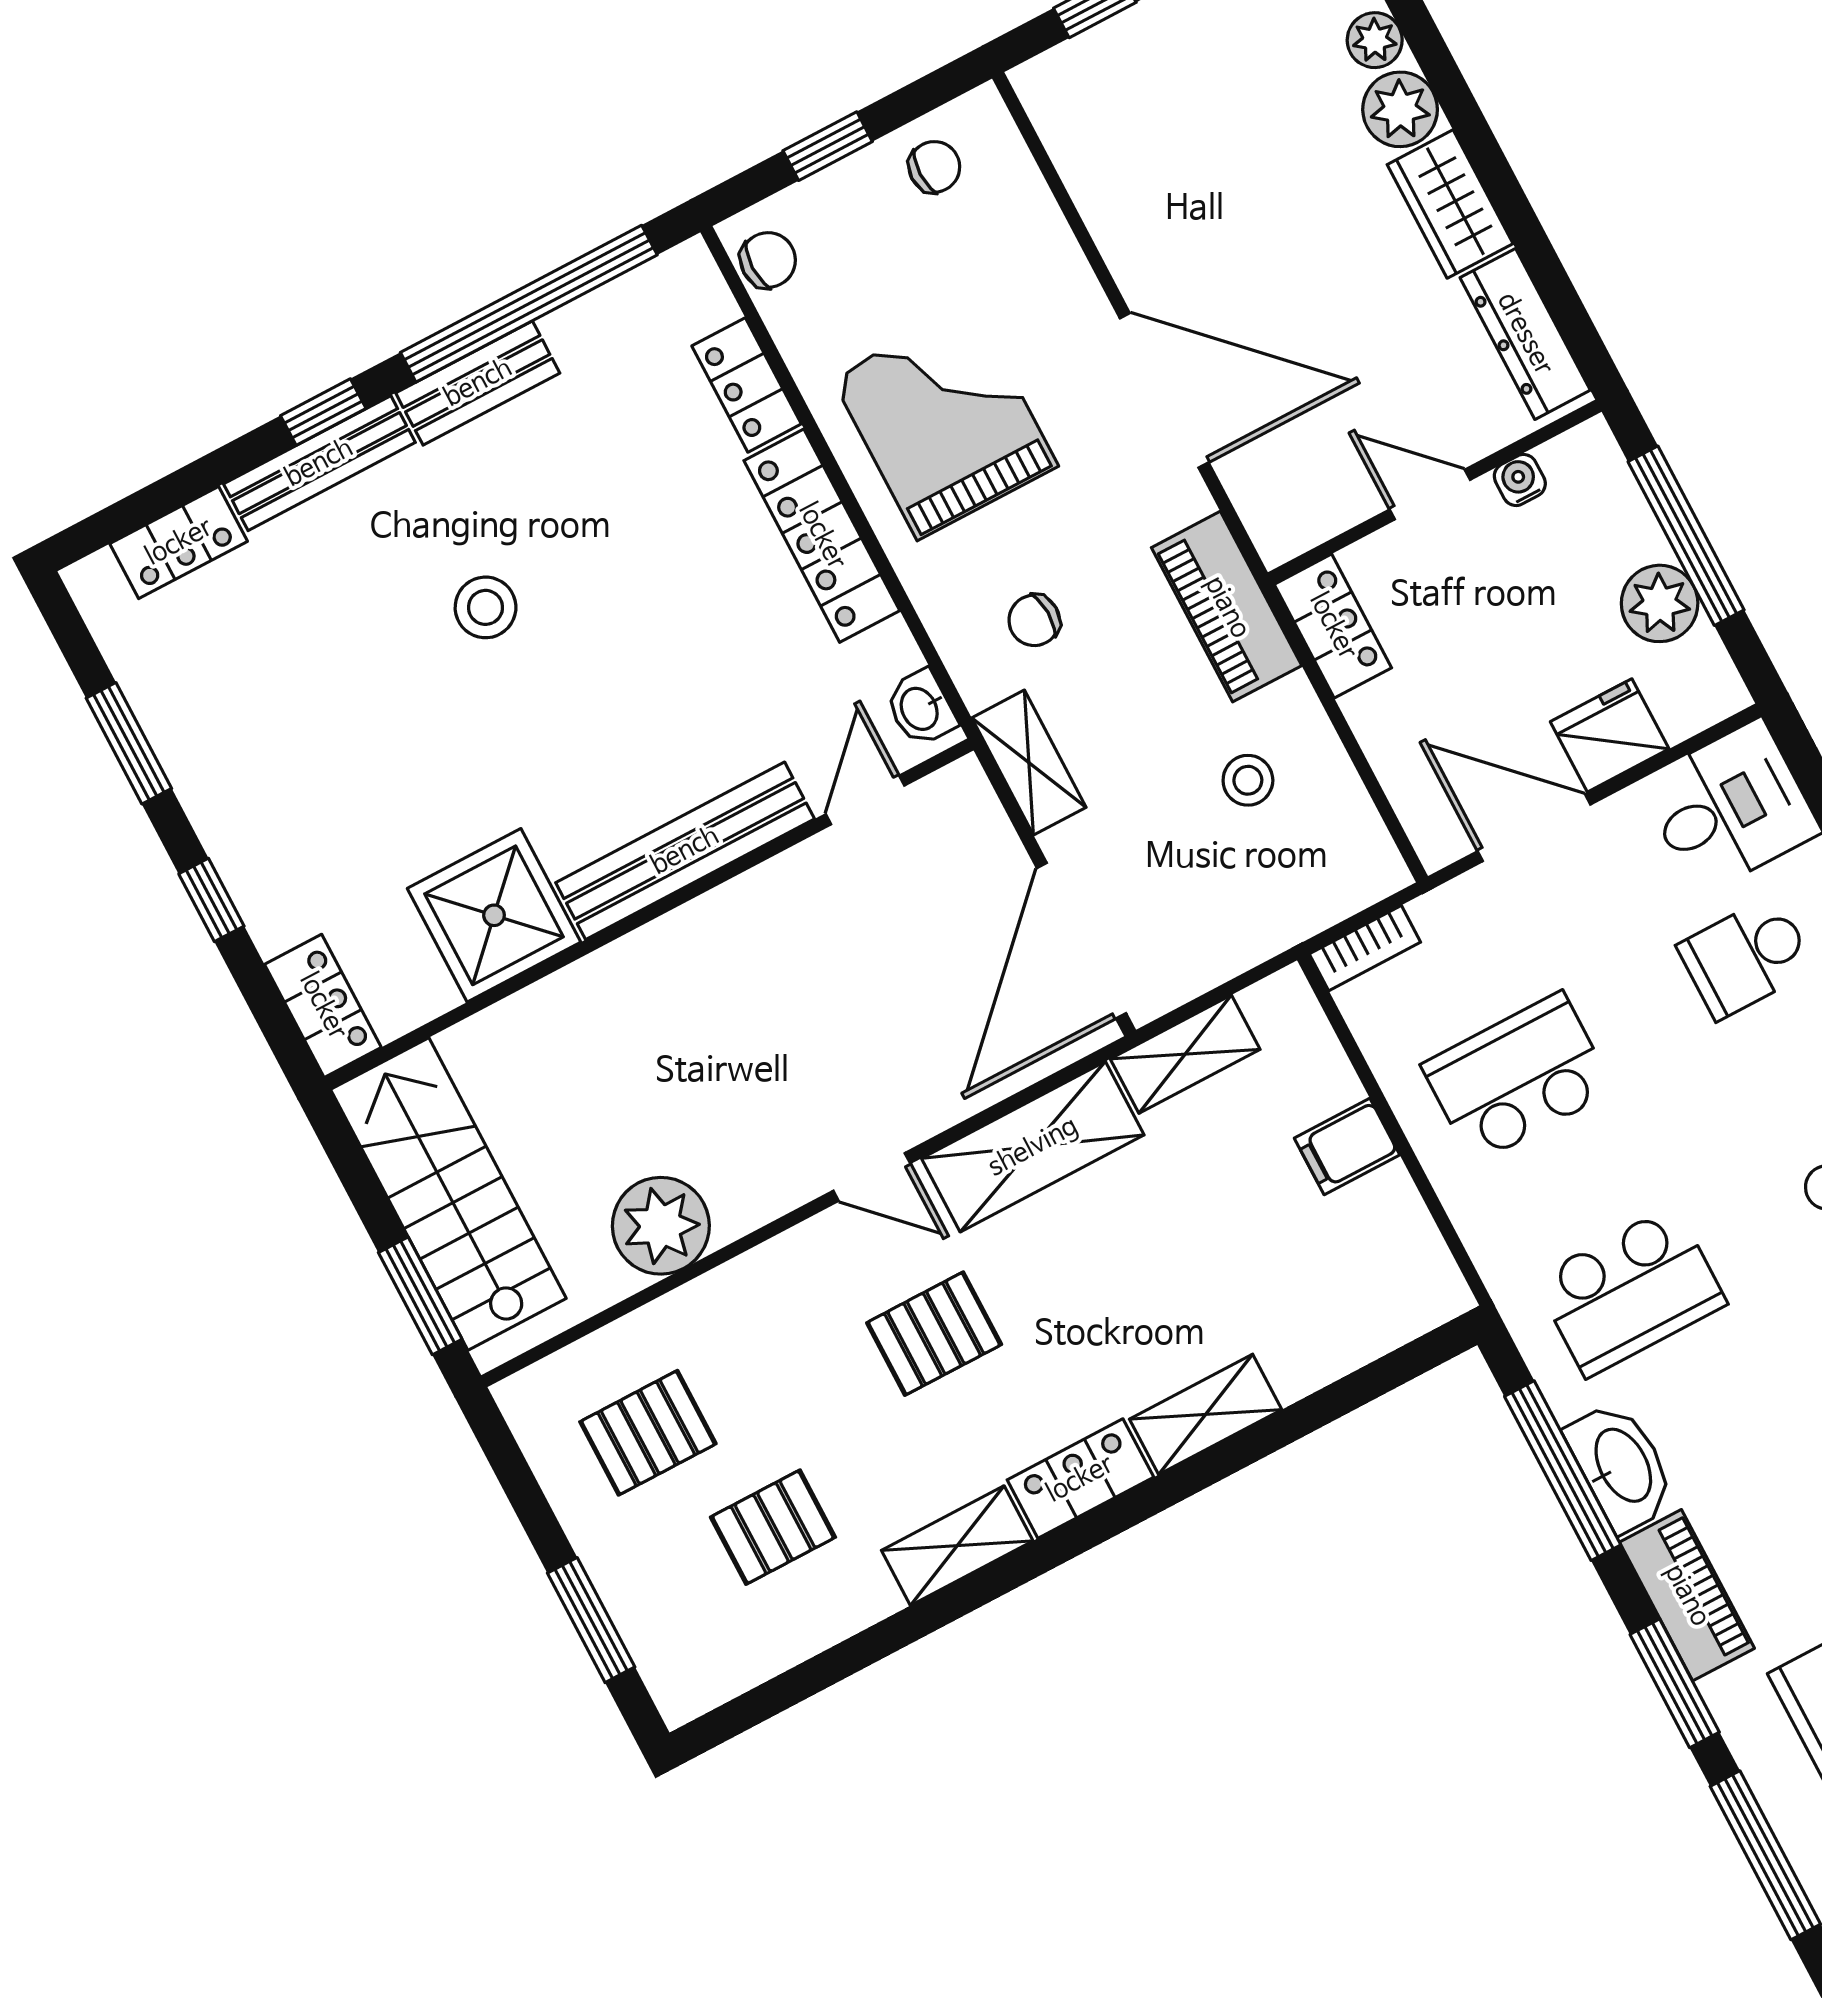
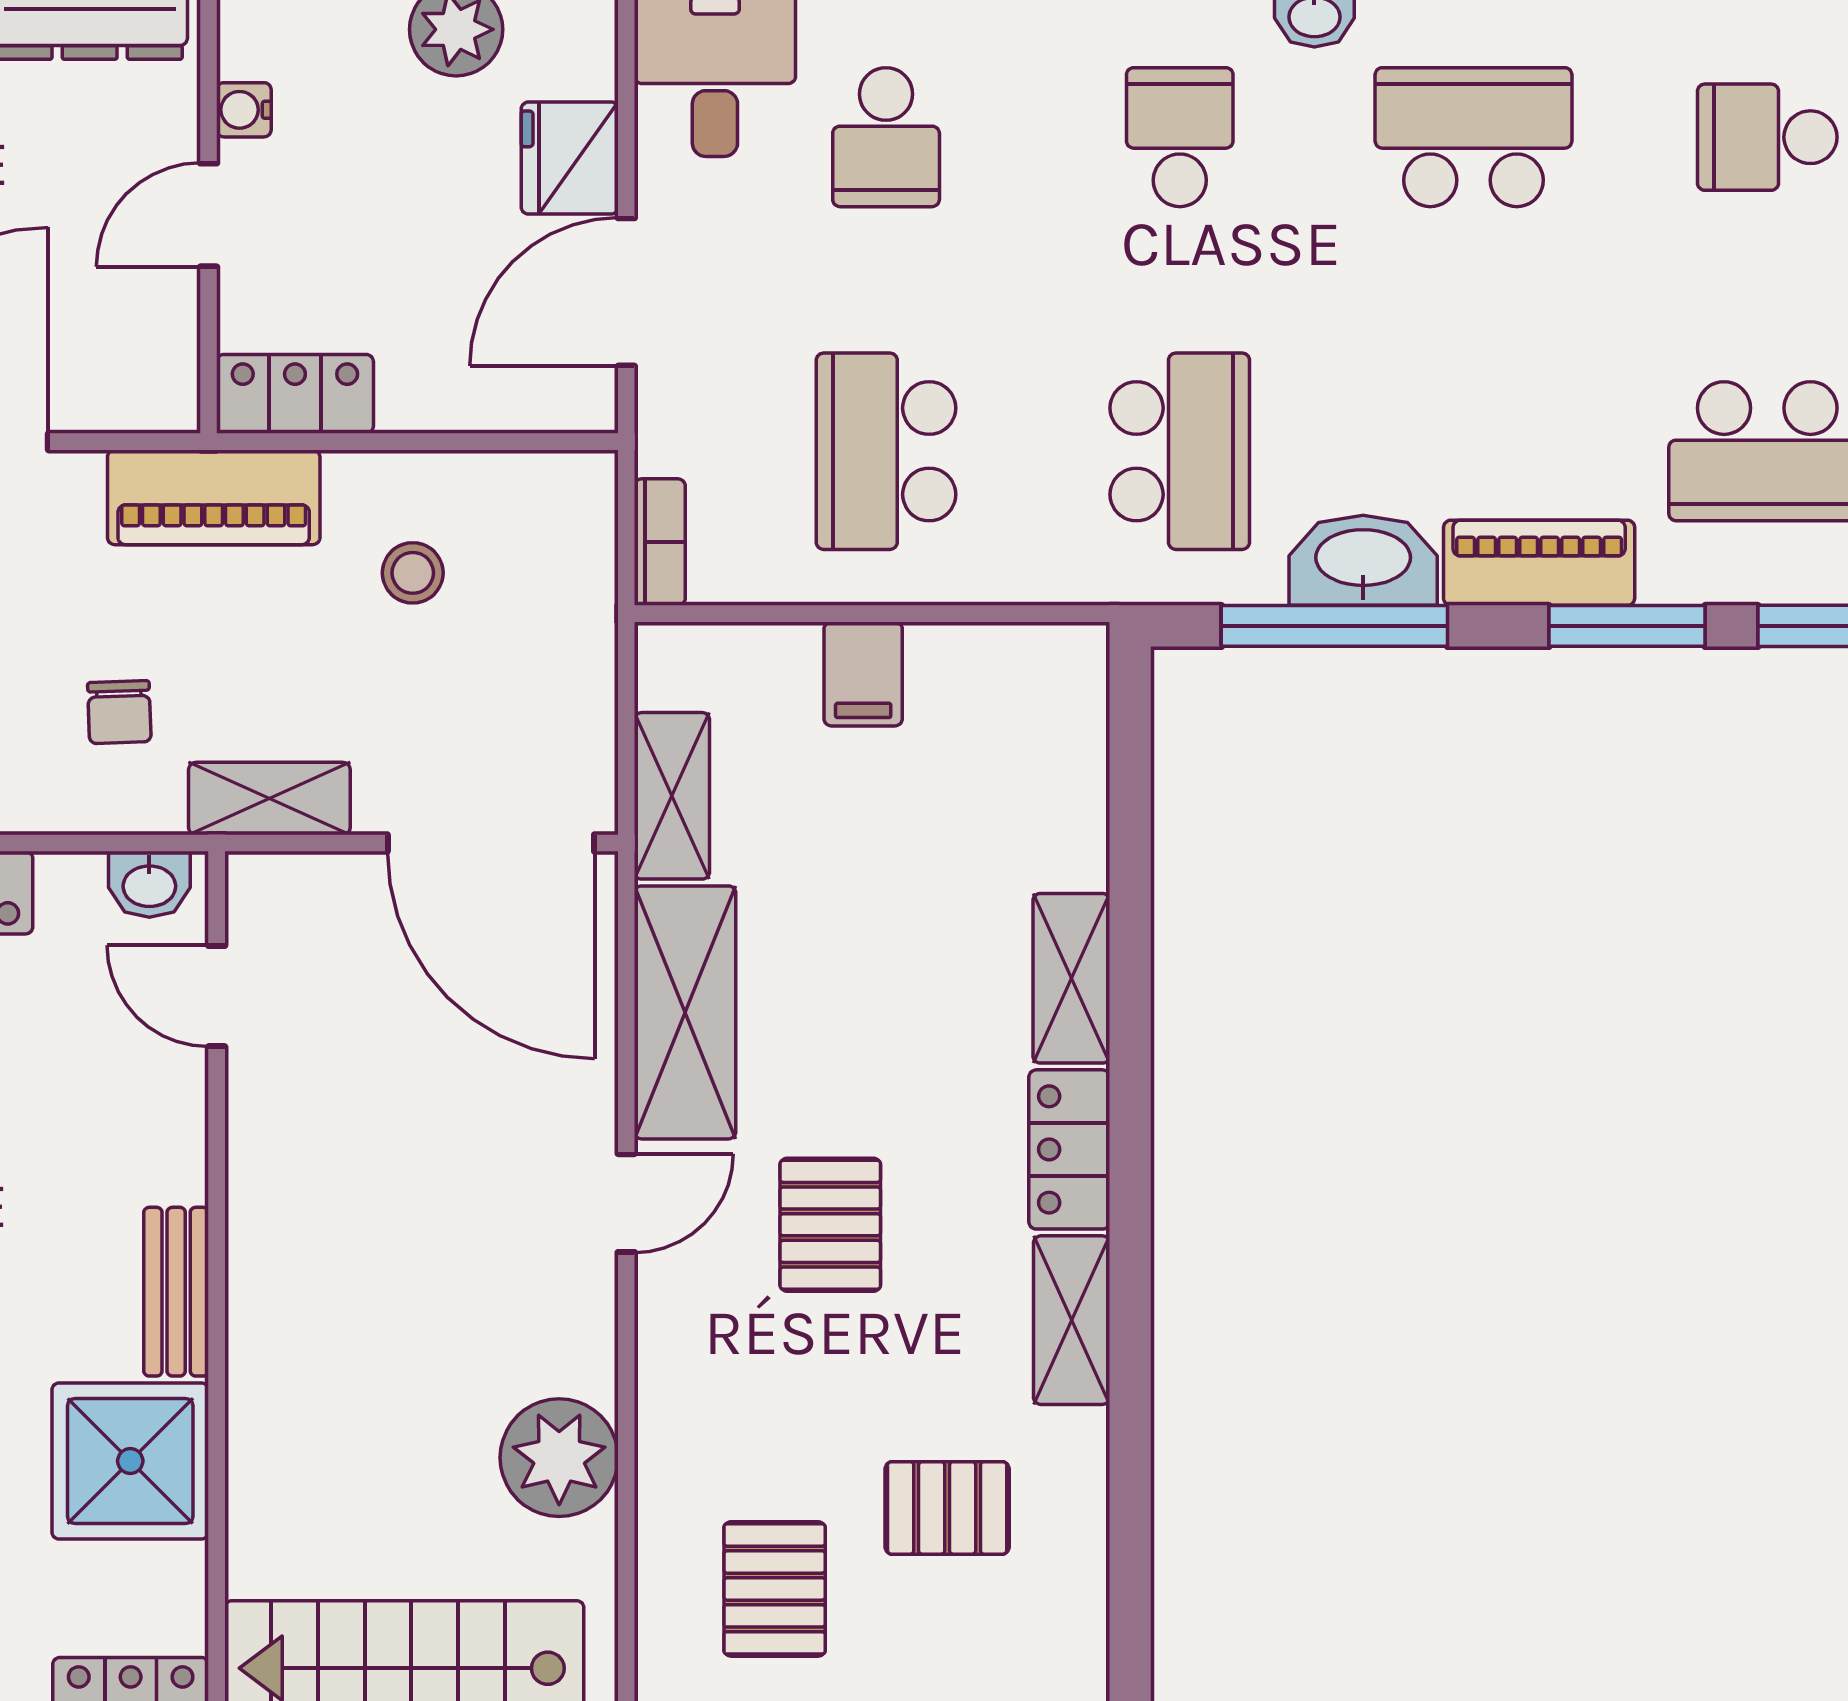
bench: (685, 851) -> (176, 1292), width x0.54, depth x0.82
pallet: (773, 1527) -> (947, 1508), turned 90

